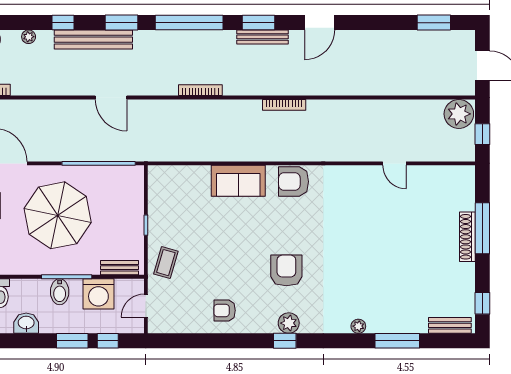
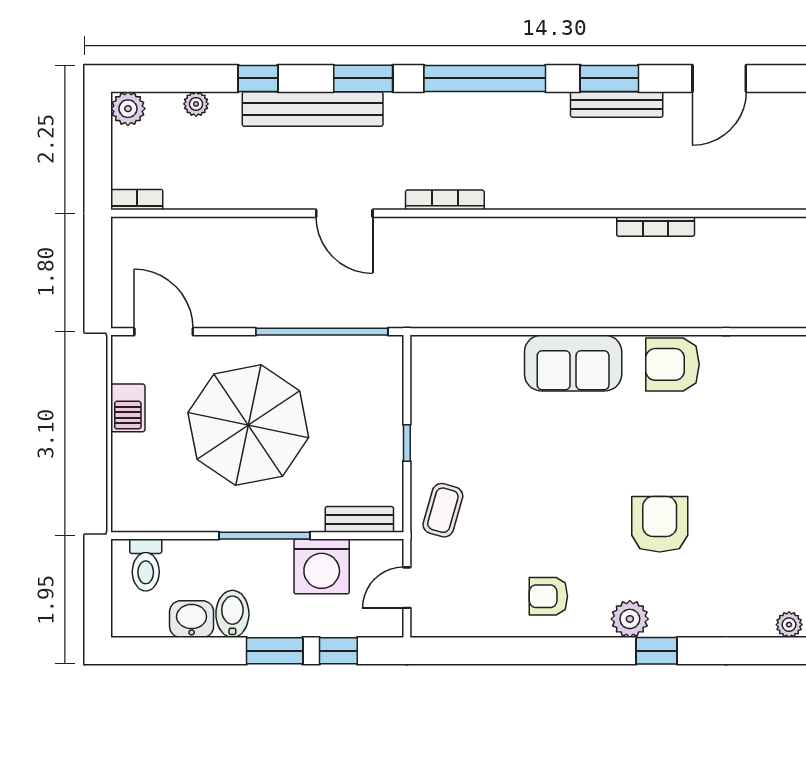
bookcase: (200, 90) -> (445, 200), moved
bidet: (60, 292) -> (232, 614), moved, turned 180
plant: (289, 323) -> (630, 619), moved

